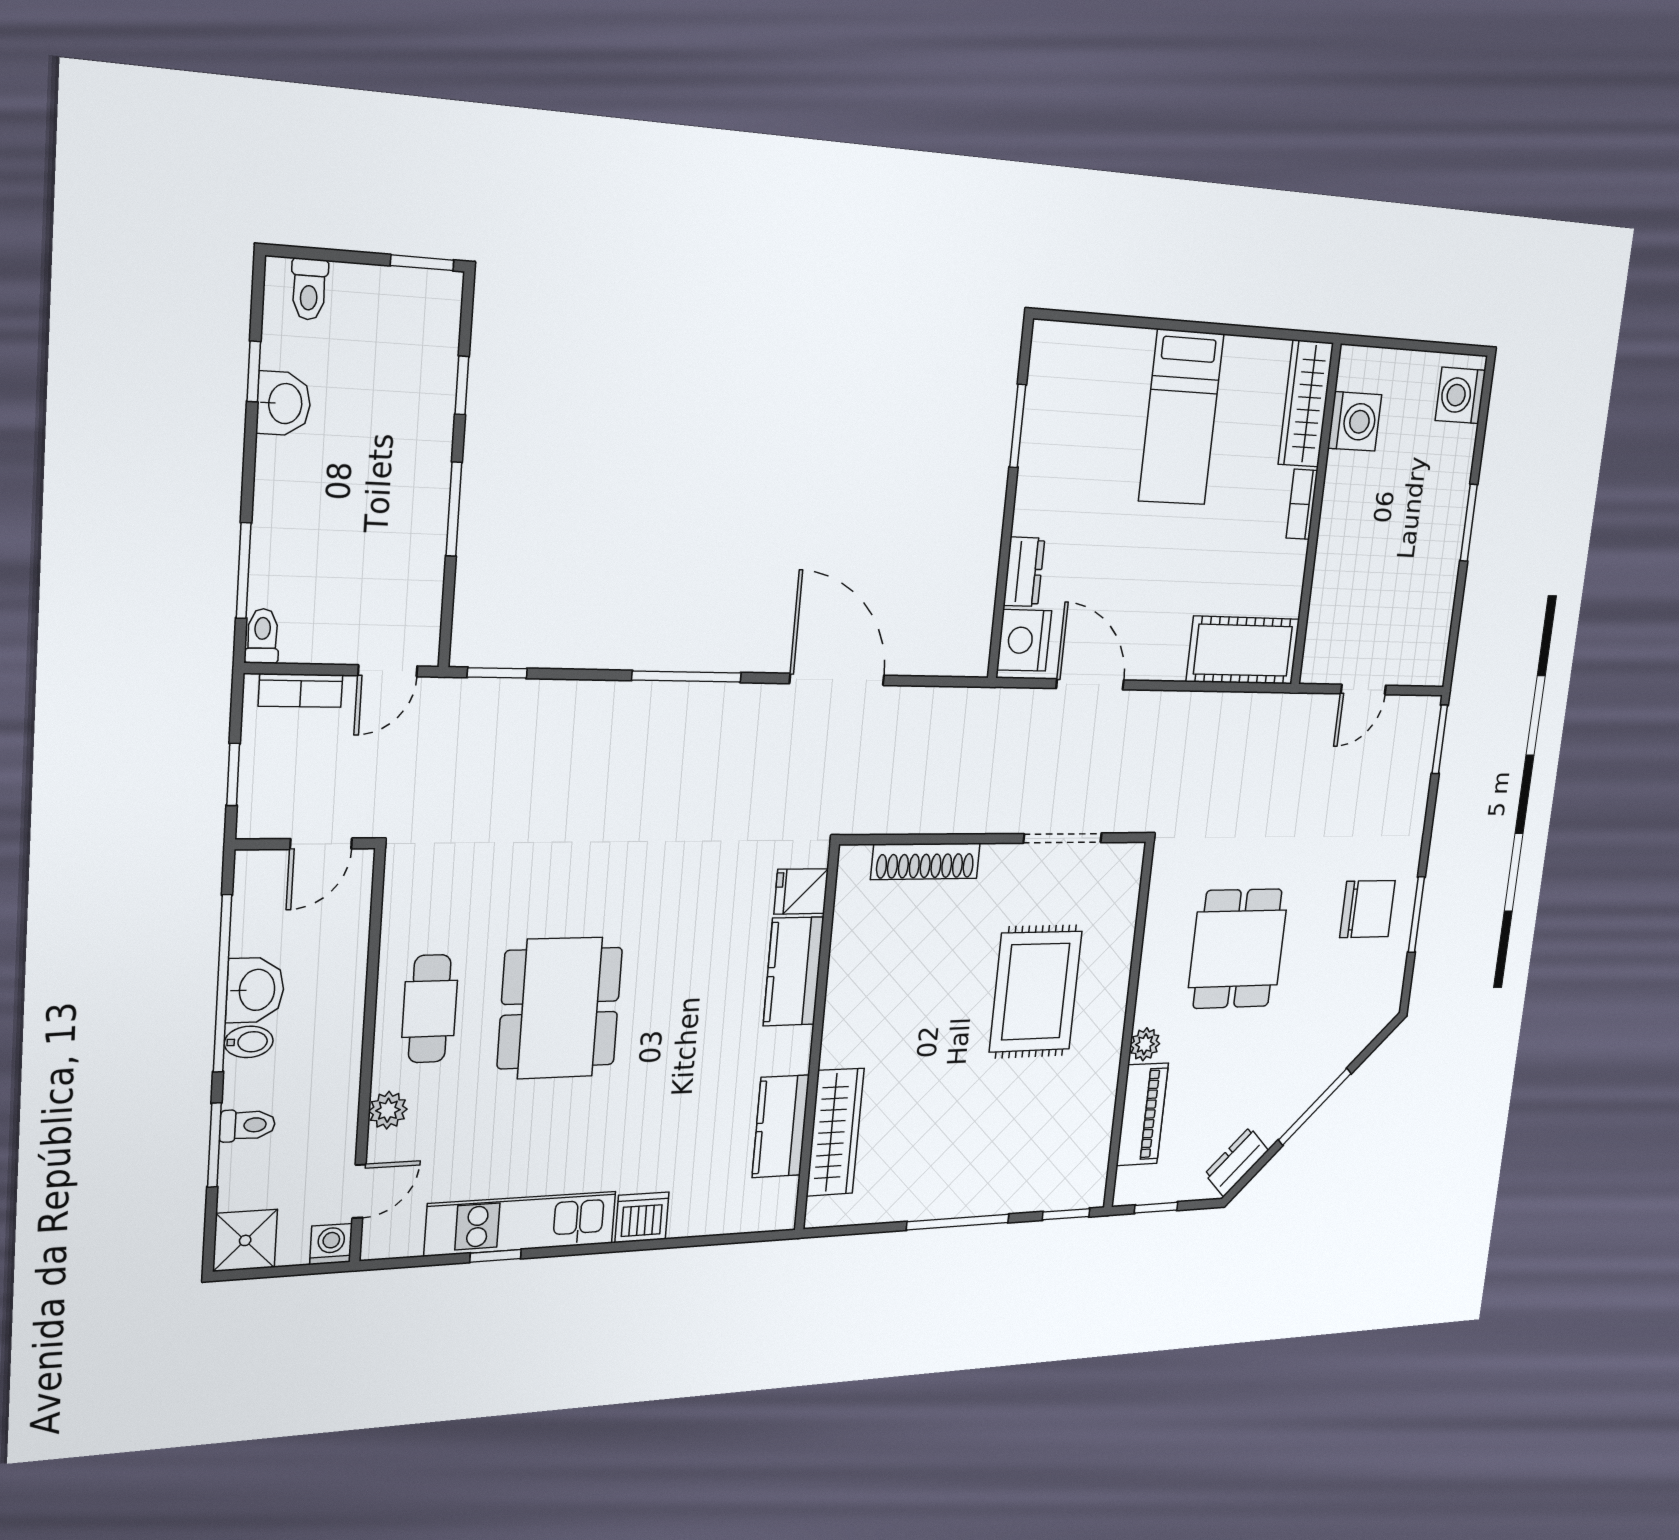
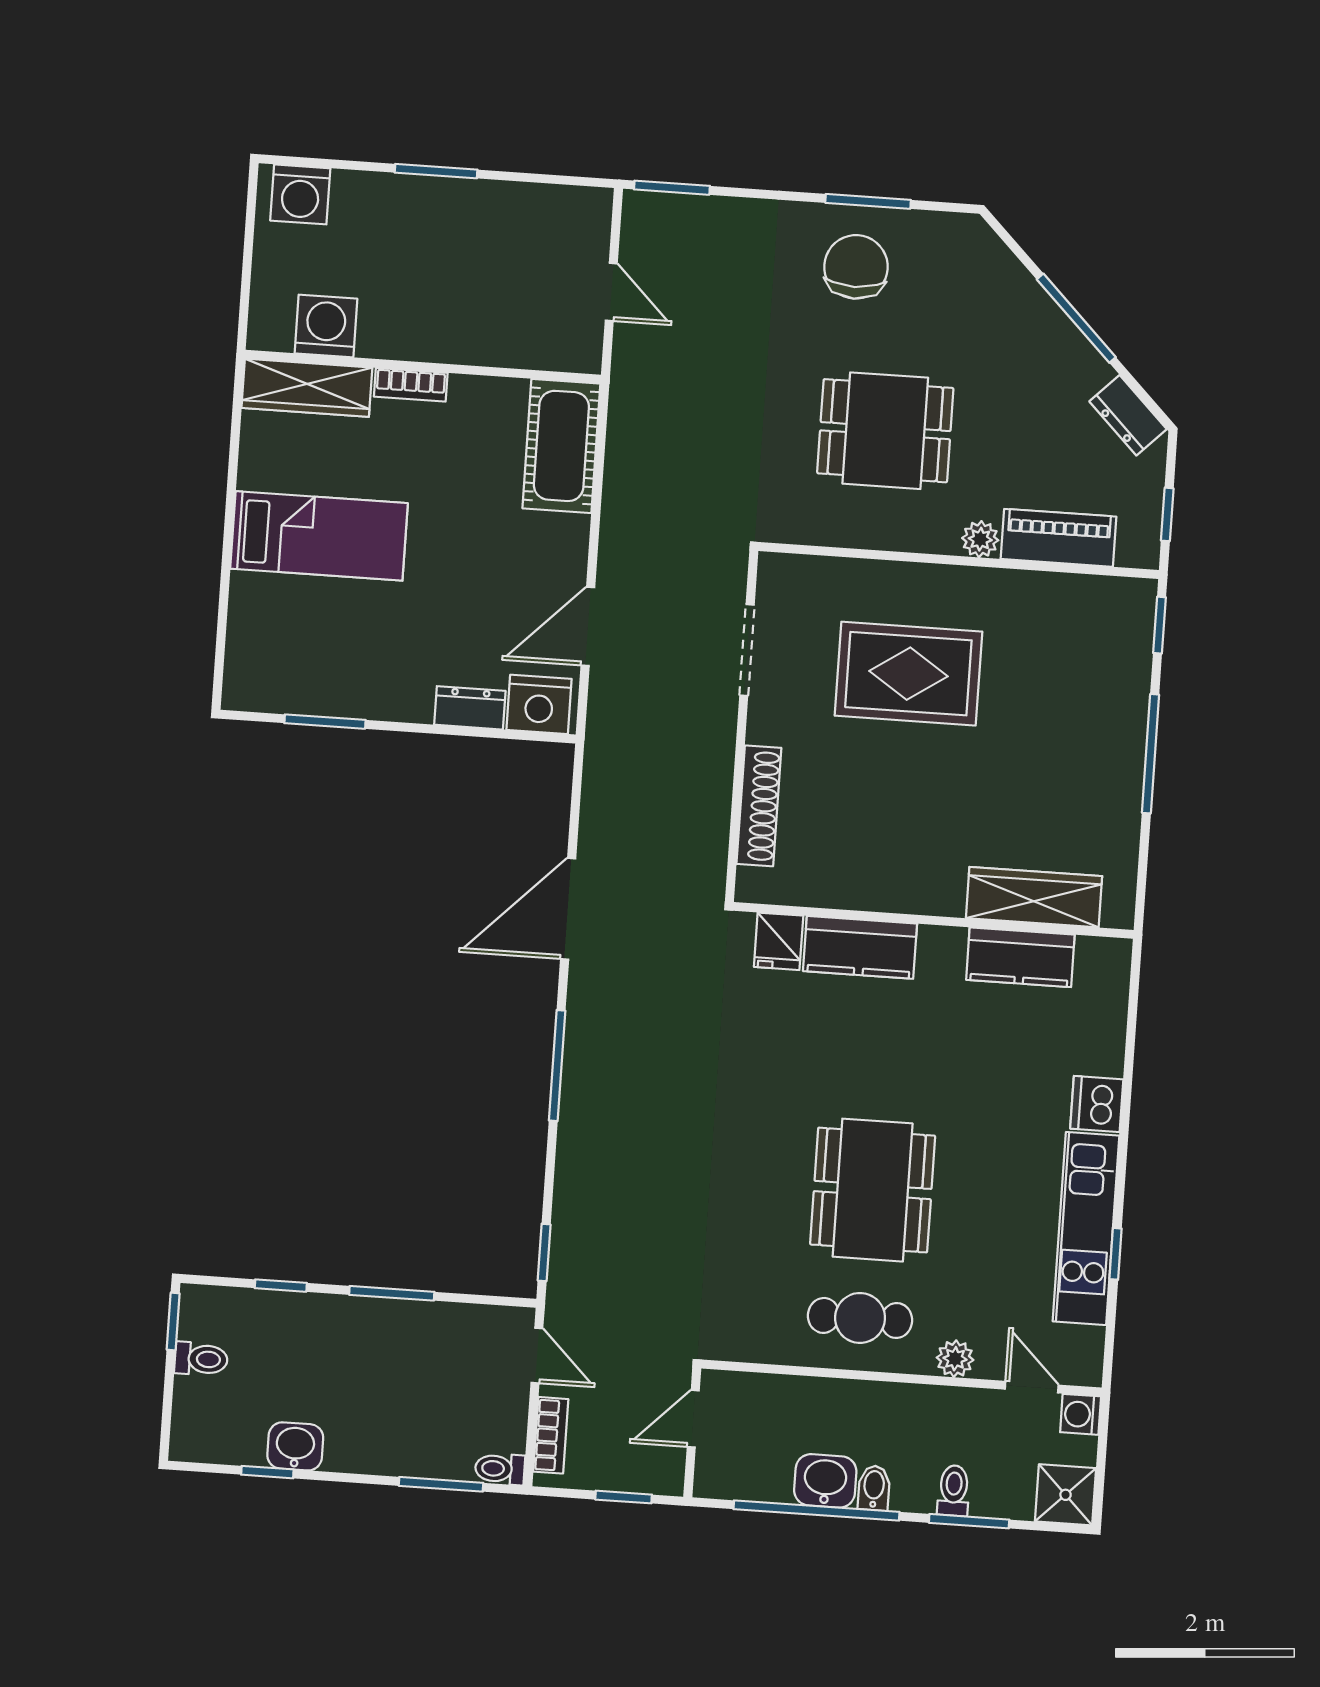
toilet: (309, 289) -> (201, 1359), moved
door: (321, 844) -> (693, 1419), swing flipped
dining table: (560, 1008) -> (873, 1190), turned 90

